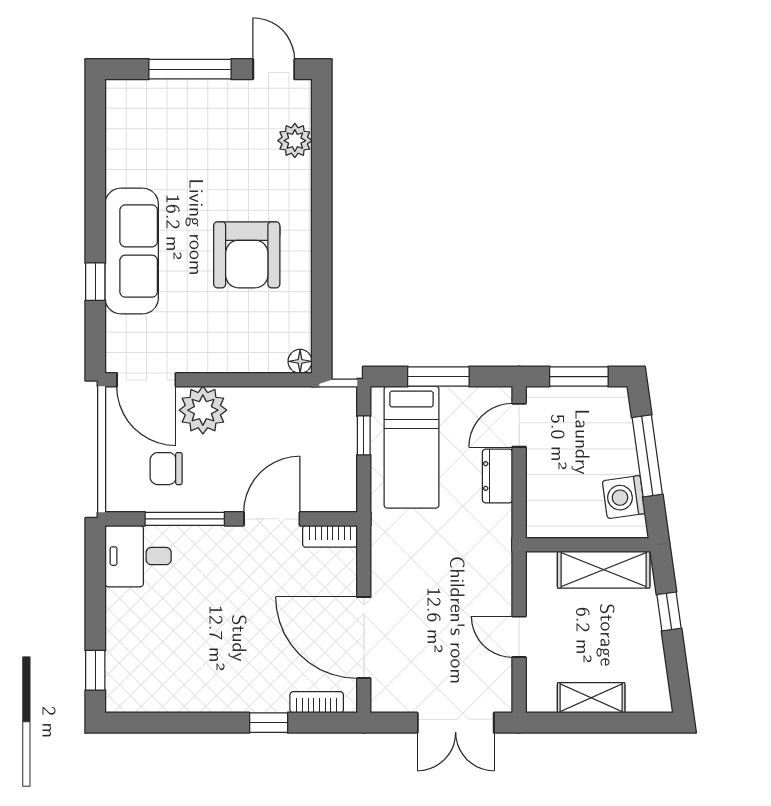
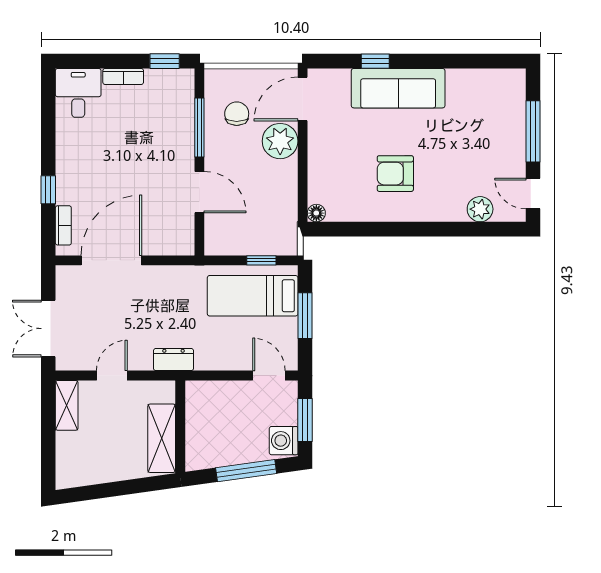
door: (274, 69) -> (533, 194), swing flipped
armchair: (247, 255) -> (395, 174), width x0.73, depth x0.73
dresser: (497, 476) -> (173, 360), moved
washing machine: (624, 497) -> (284, 441), moved, turned -82
bookcase: (330, 536) -> (123, 76), moved, turned -90
desk: (138, 556) -> (78, 93), moved
window: (669, 611) -> (131, 487), removed
window: (95, 670) -> (165, 61), moved
shelving: (591, 698) -> (67, 405), moved

